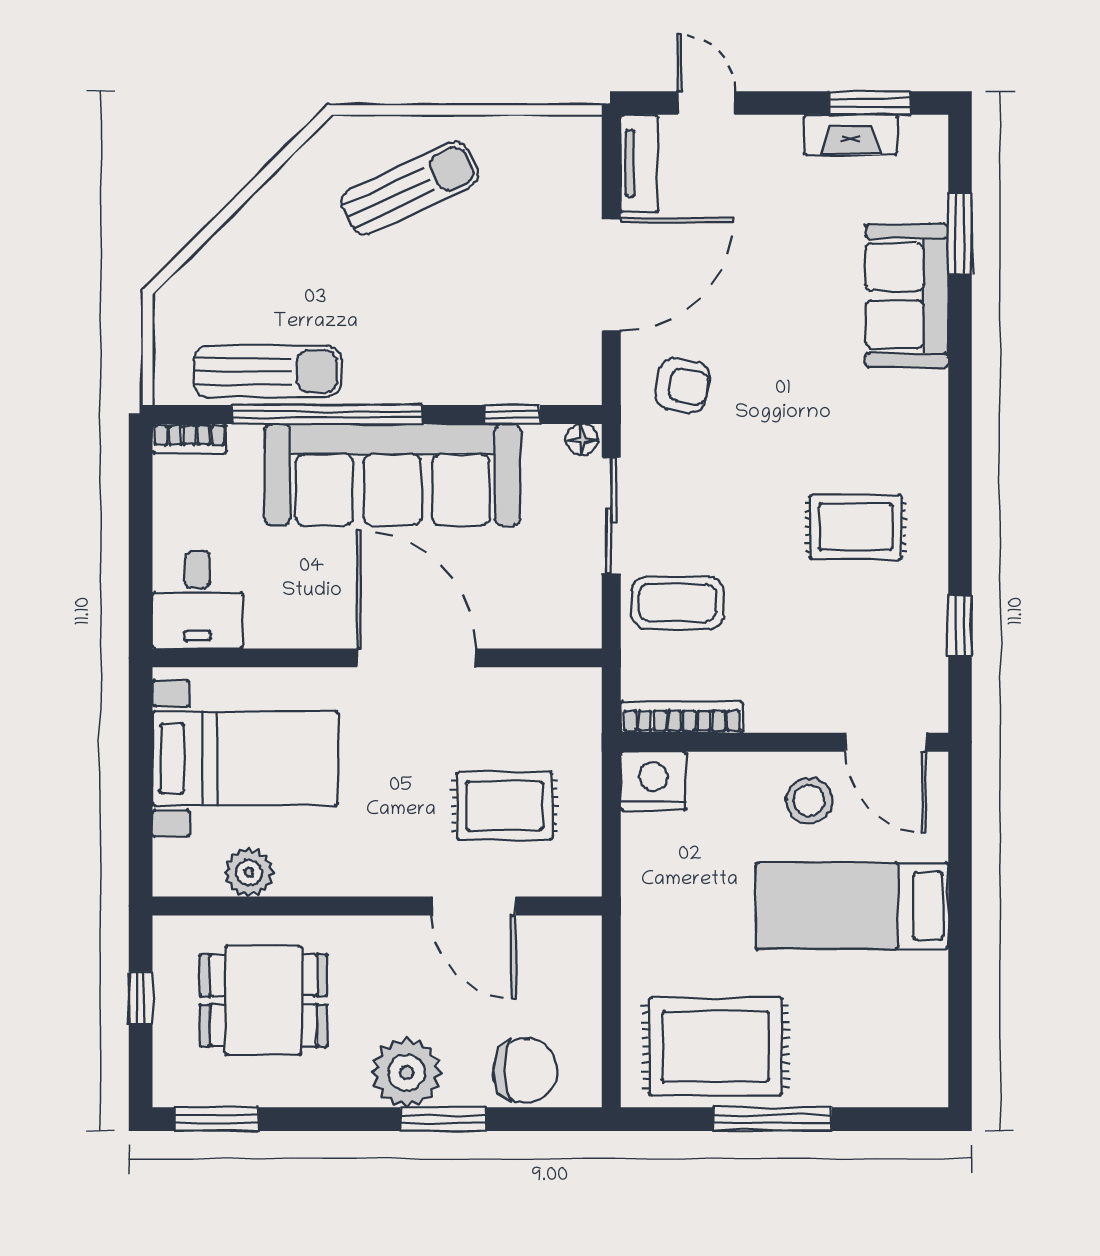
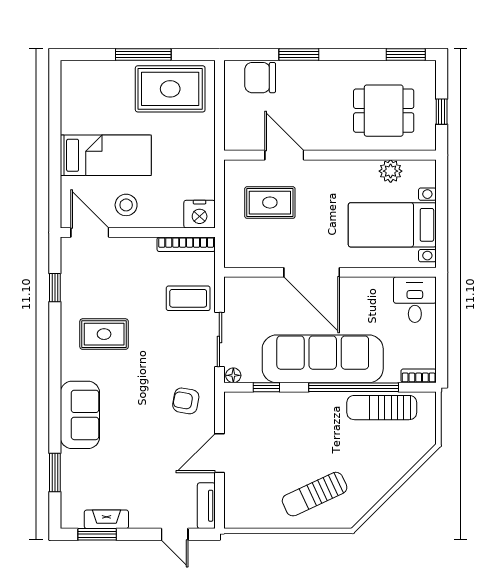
door: (611, 275) -> (219, 453), width x0.73
sofa: (907, 296) -> (80, 415), moved
plant: (407, 1072) -> (316, 77), removed

